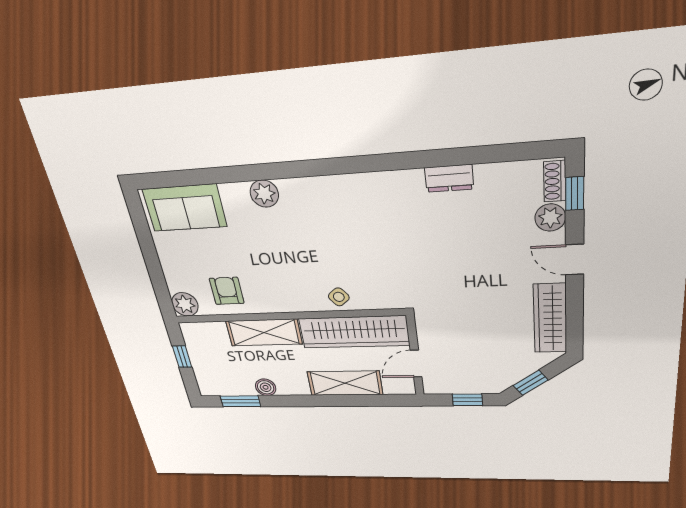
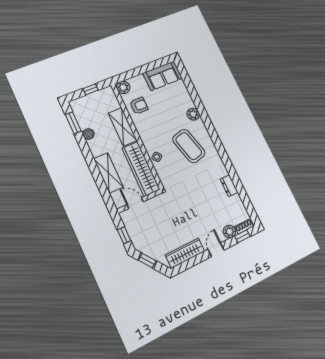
sofa: (185, 208) -> (163, 76), moved, turned -90
coffee table: (333, 229) -> (189, 146), added

